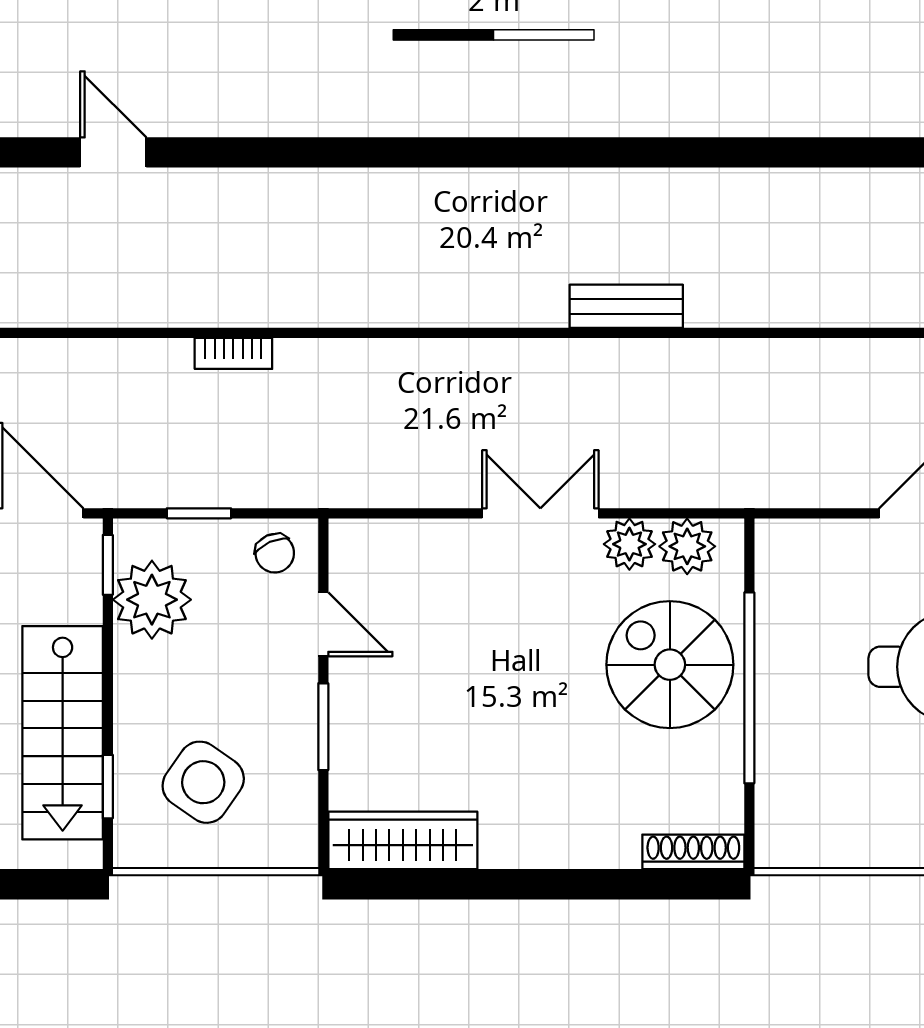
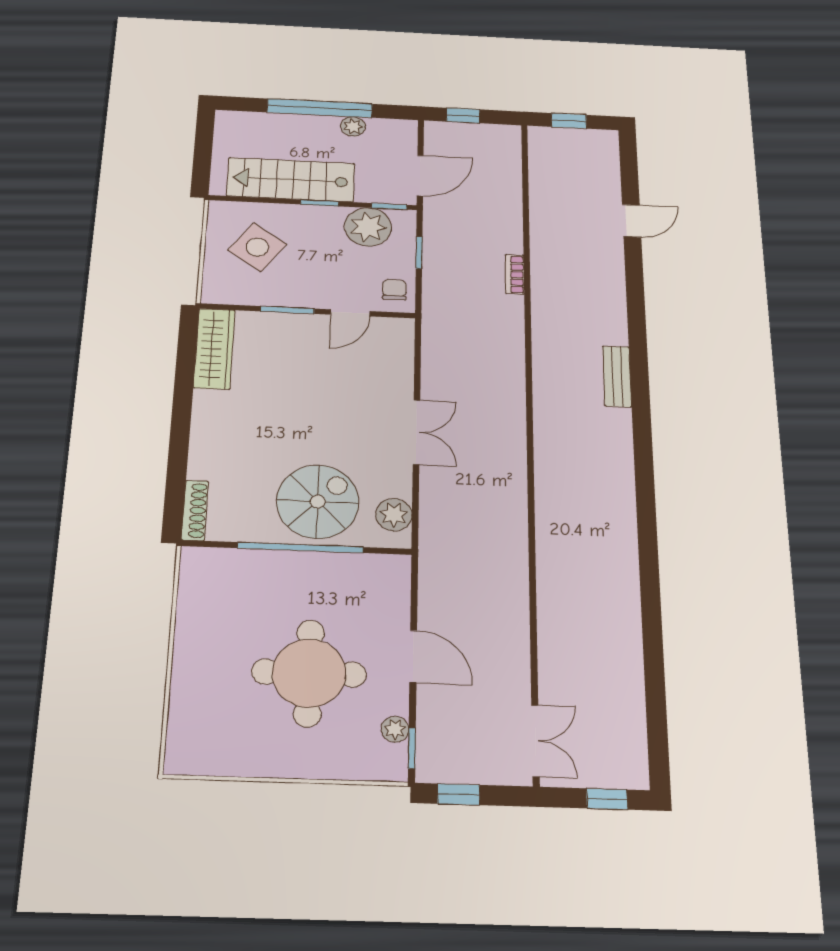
bench: (626, 306) -> (617, 376), moved
plant: (629, 544) -> (396, 481), removed
chair: (275, 553) -> (394, 290), turned 114
window: (108, 787) -> (320, 203), moved

